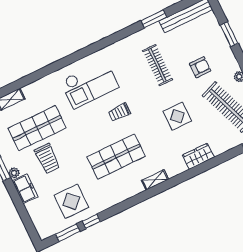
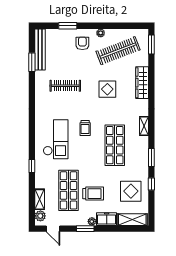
window: (154, 19) -> (32, 62), moved
armchair: (200, 67) -> (82, 43), moved
window: (45, 71) -> (32, 166), added
wardrobe: (198, 156) -> (142, 83), width x1.50
shelving: (39, 219) -> (132, 220), added
window: (68, 233) -> (151, 157), moved

